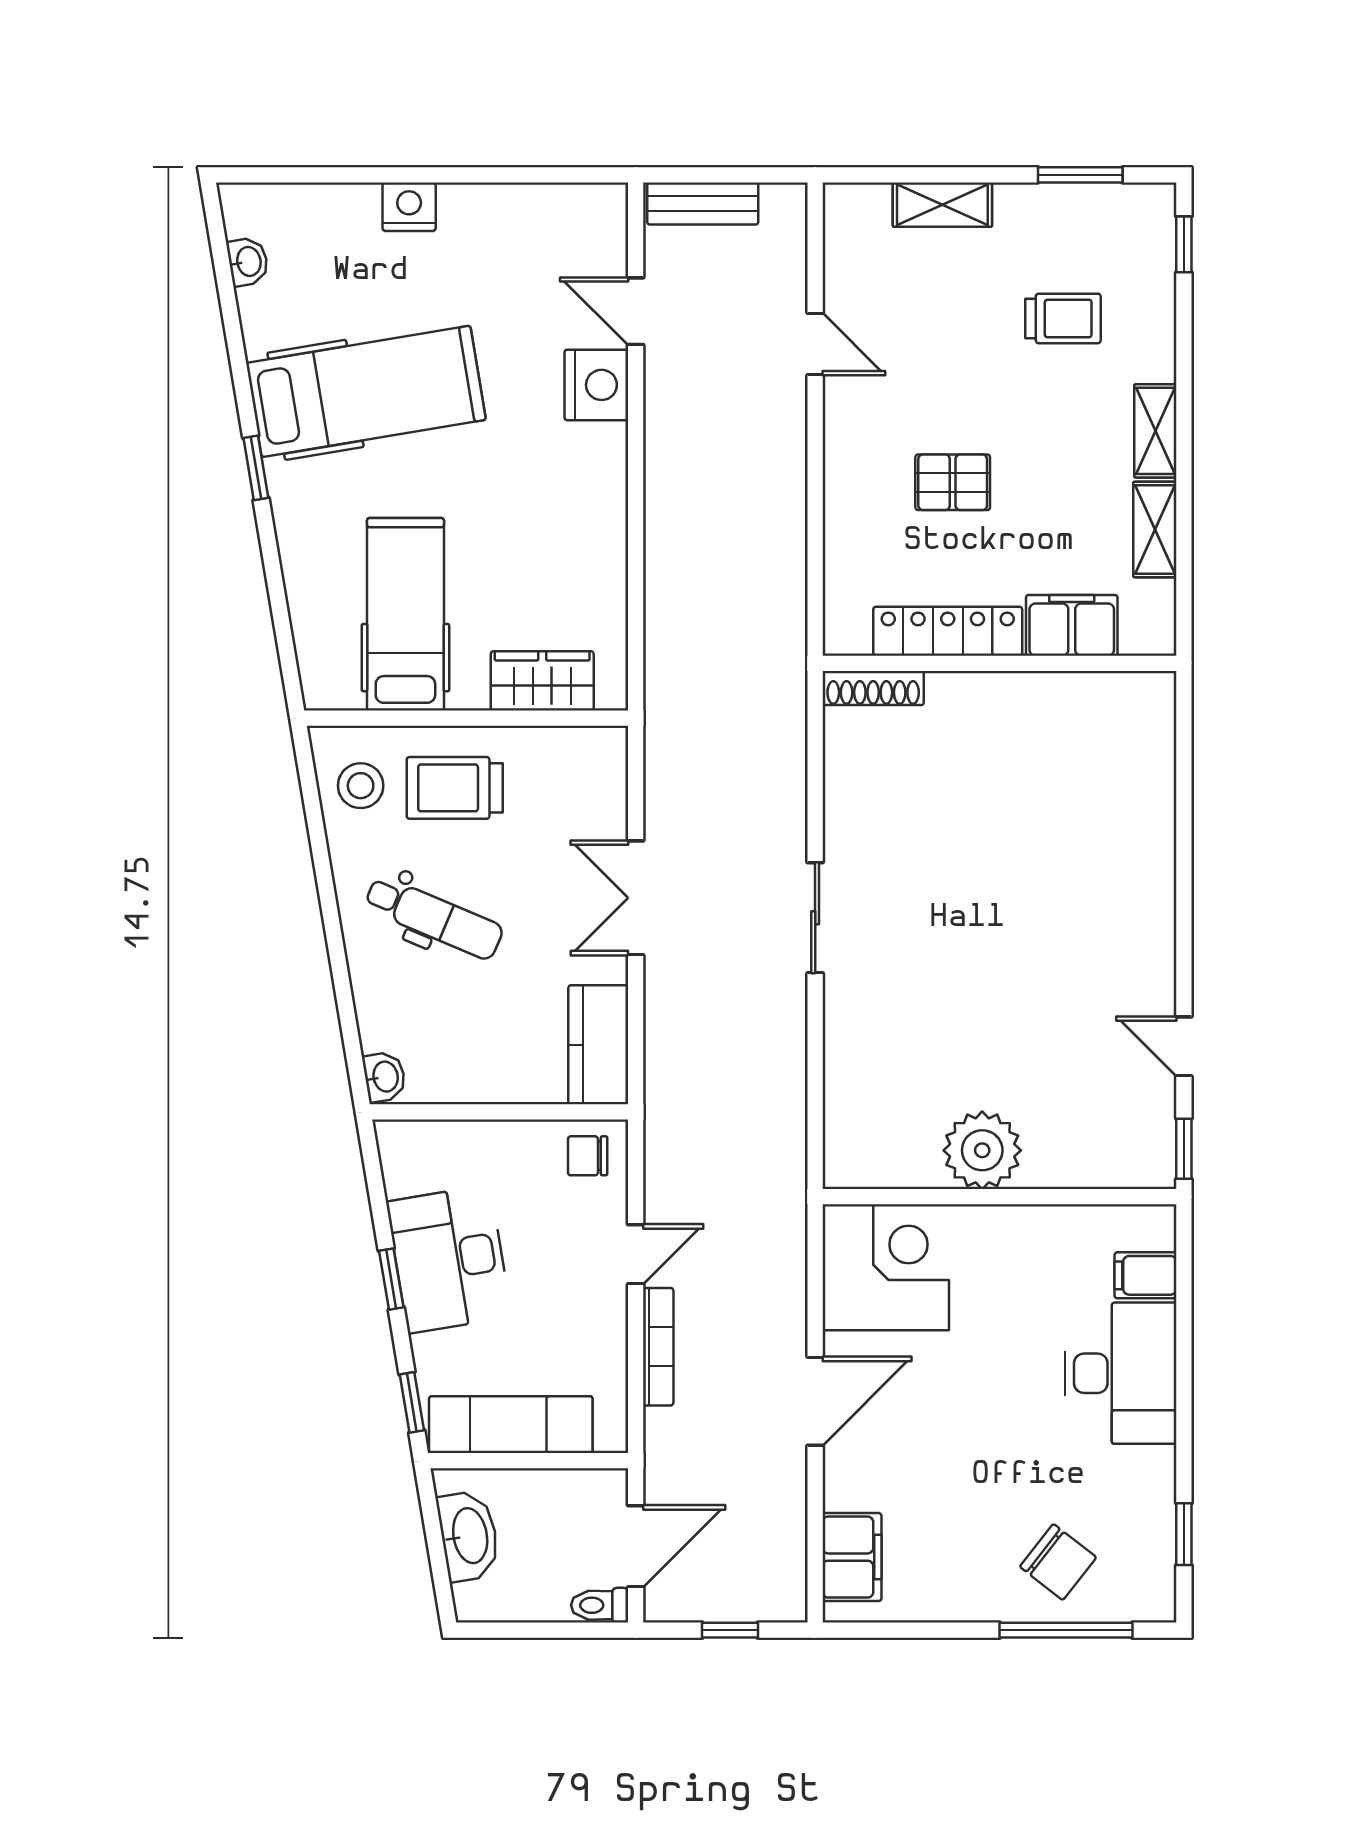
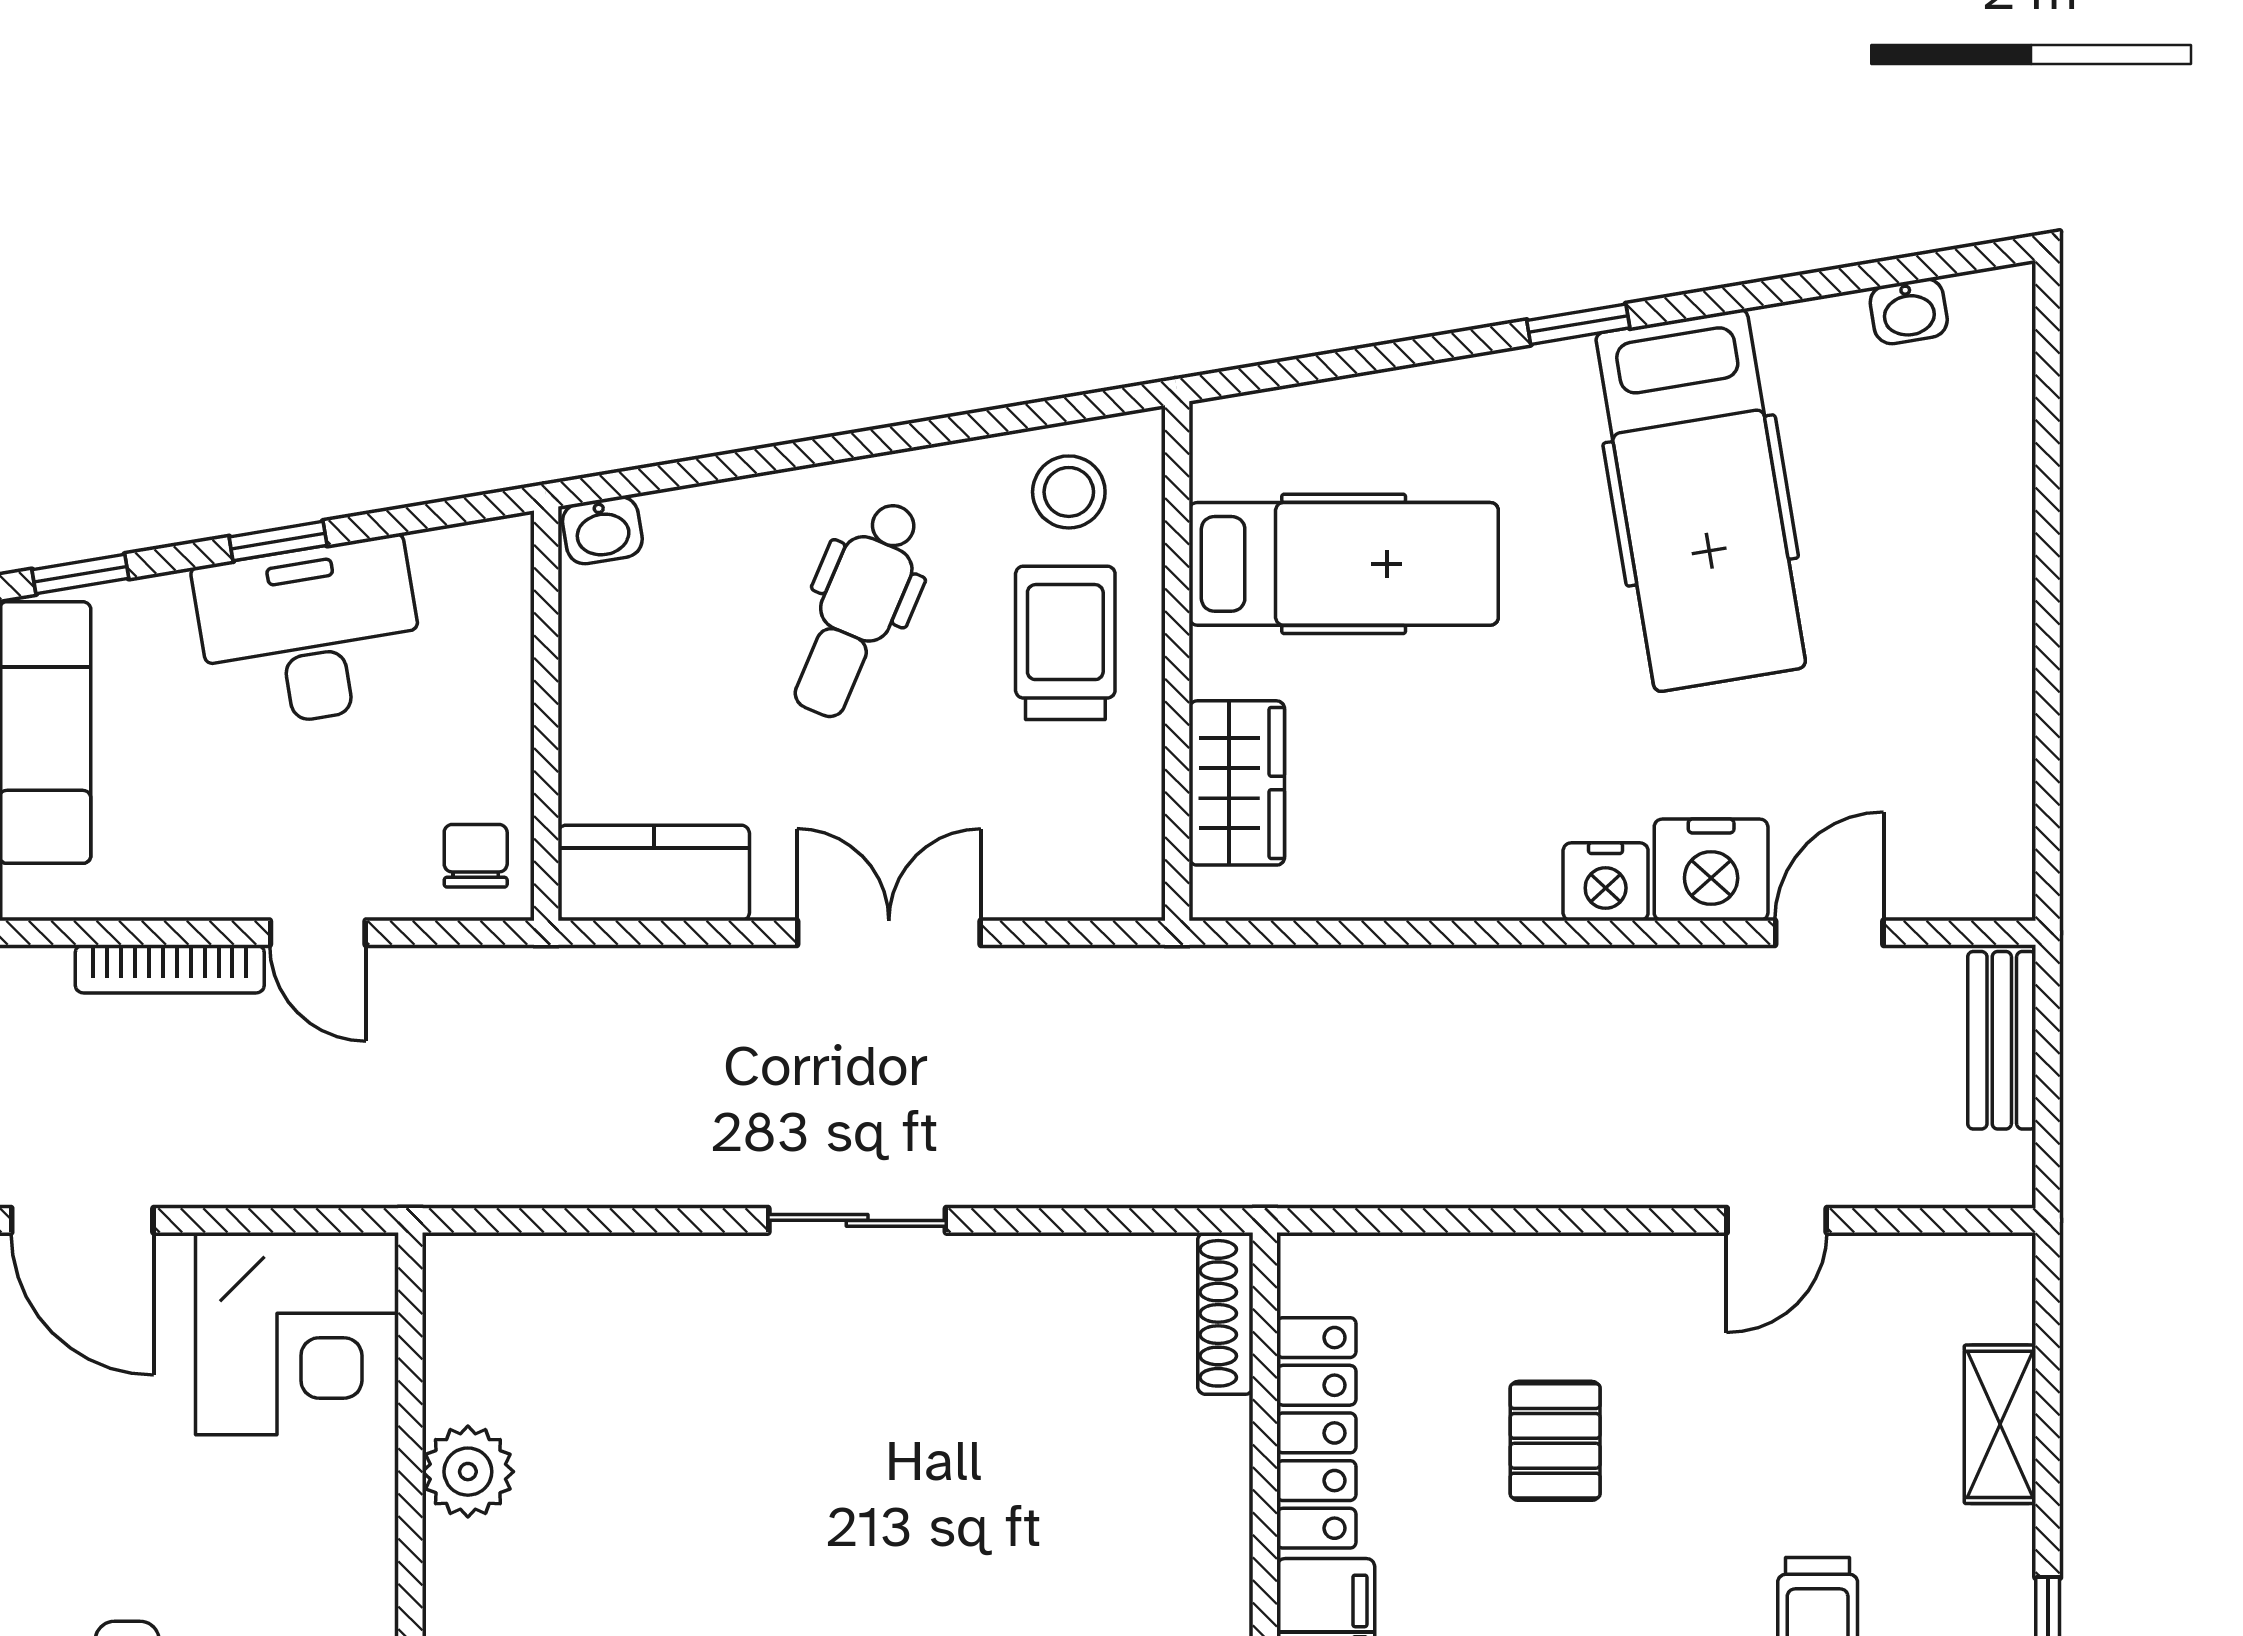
nightstand: (409, 207) -> (1606, 882), moved, turned 90
plant: (982, 1150) -> (468, 1472), width x0.73, depth x0.73

